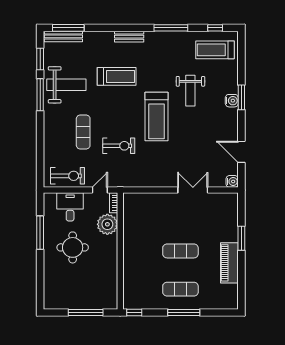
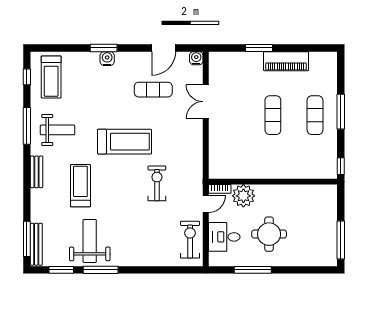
weight bench: (190, 91) -> (57, 130), moved
exercise mat: (83, 132) -> (153, 90), moved
door: (100, 190) -> (206, 204), swing flipped
window: (86, 312) -> (341, 240), moved

